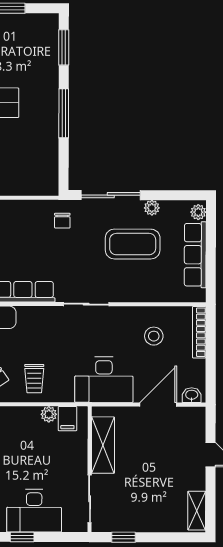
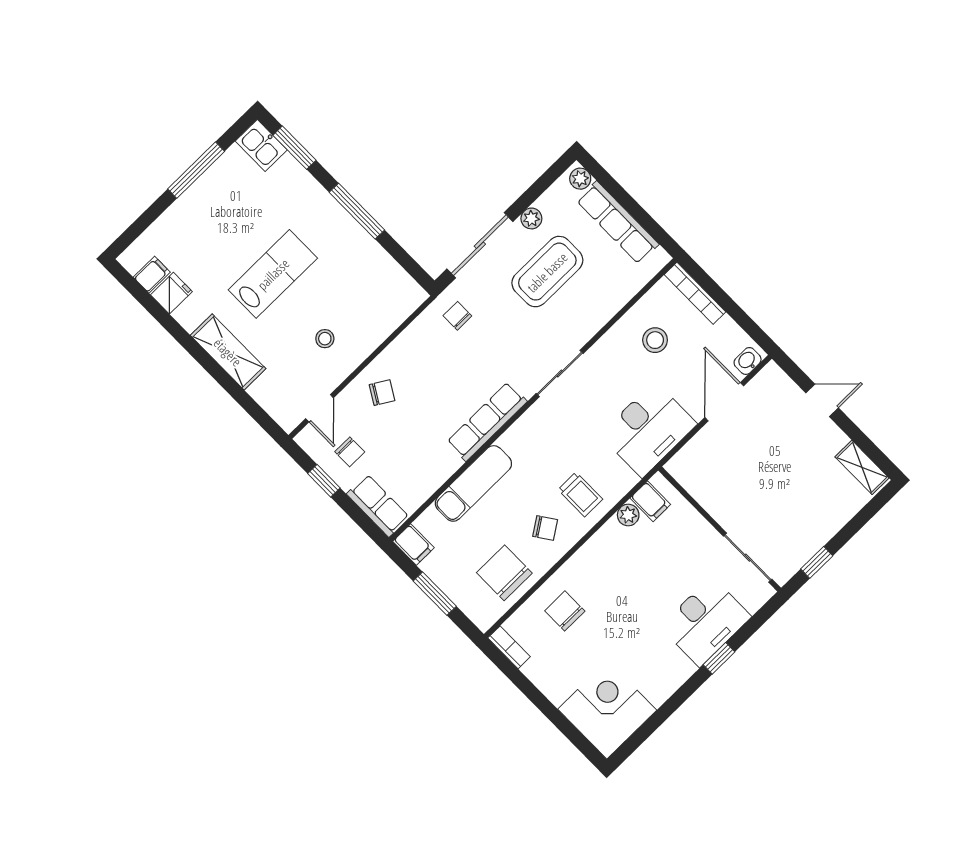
kitchen sink: (47, 29) -> (261, 145), added
chair: (62, 221) -> (457, 316), turned 180
shelving: (103, 445) -> (710, 493), removed

